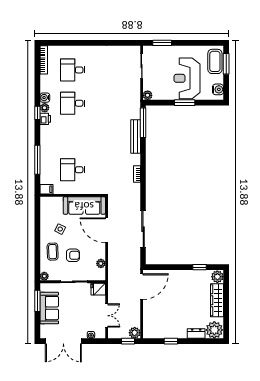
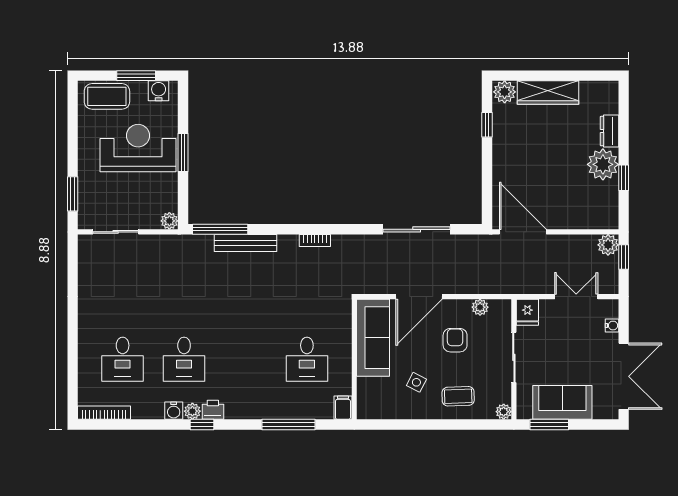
window: (226, 64) -> (136, 76), moved
reception desk: (187, 78) -> (138, 148), turned 180
armchair: (73, 255) -> (455, 340), moved
plant: (214, 330) -> (603, 164), moved

